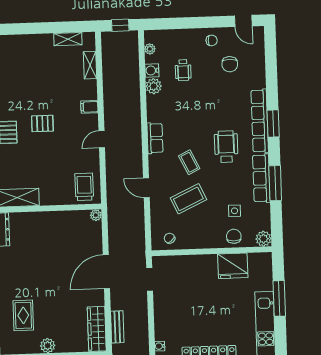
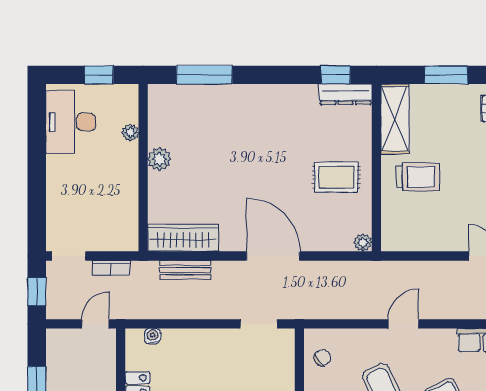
trolley: (84, 187) -> (418, 177), moved
rug: (23, 315) -> (336, 177), moved

